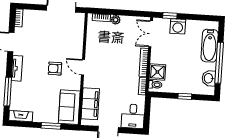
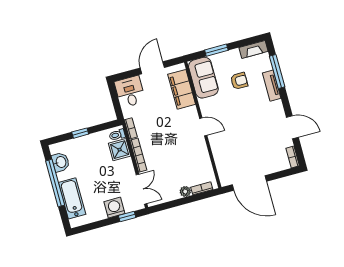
tv unit: (17, 68) -> (272, 86), moved
armchair: (55, 68) -> (239, 81), moved

